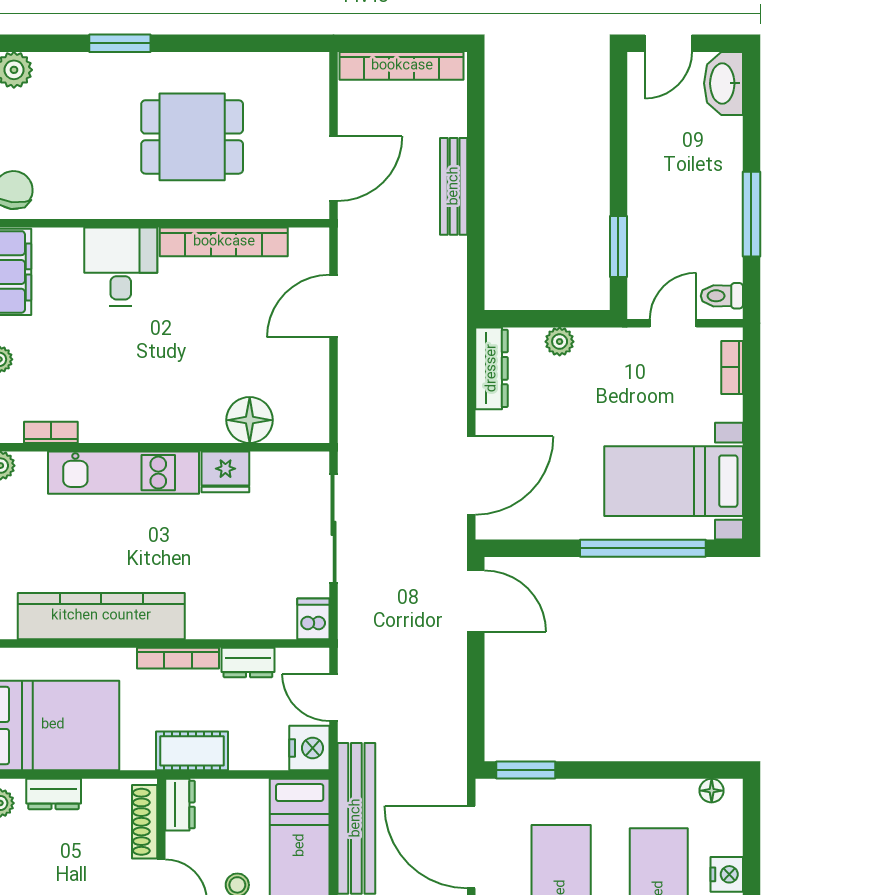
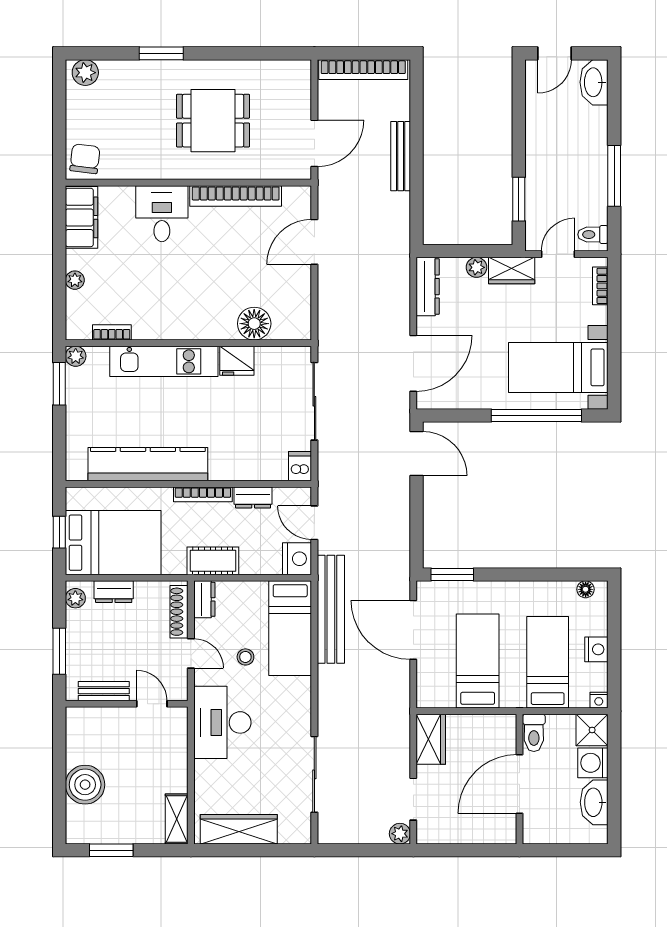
wardrobe: (609, 346) -> (512, 270), added

